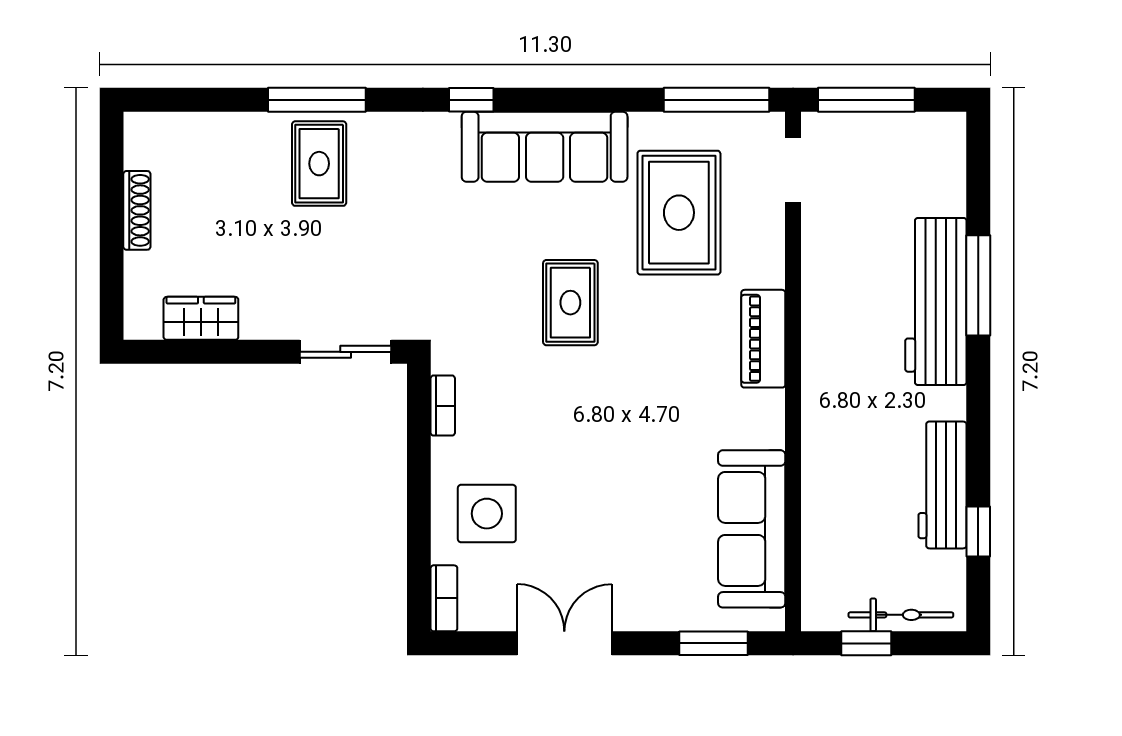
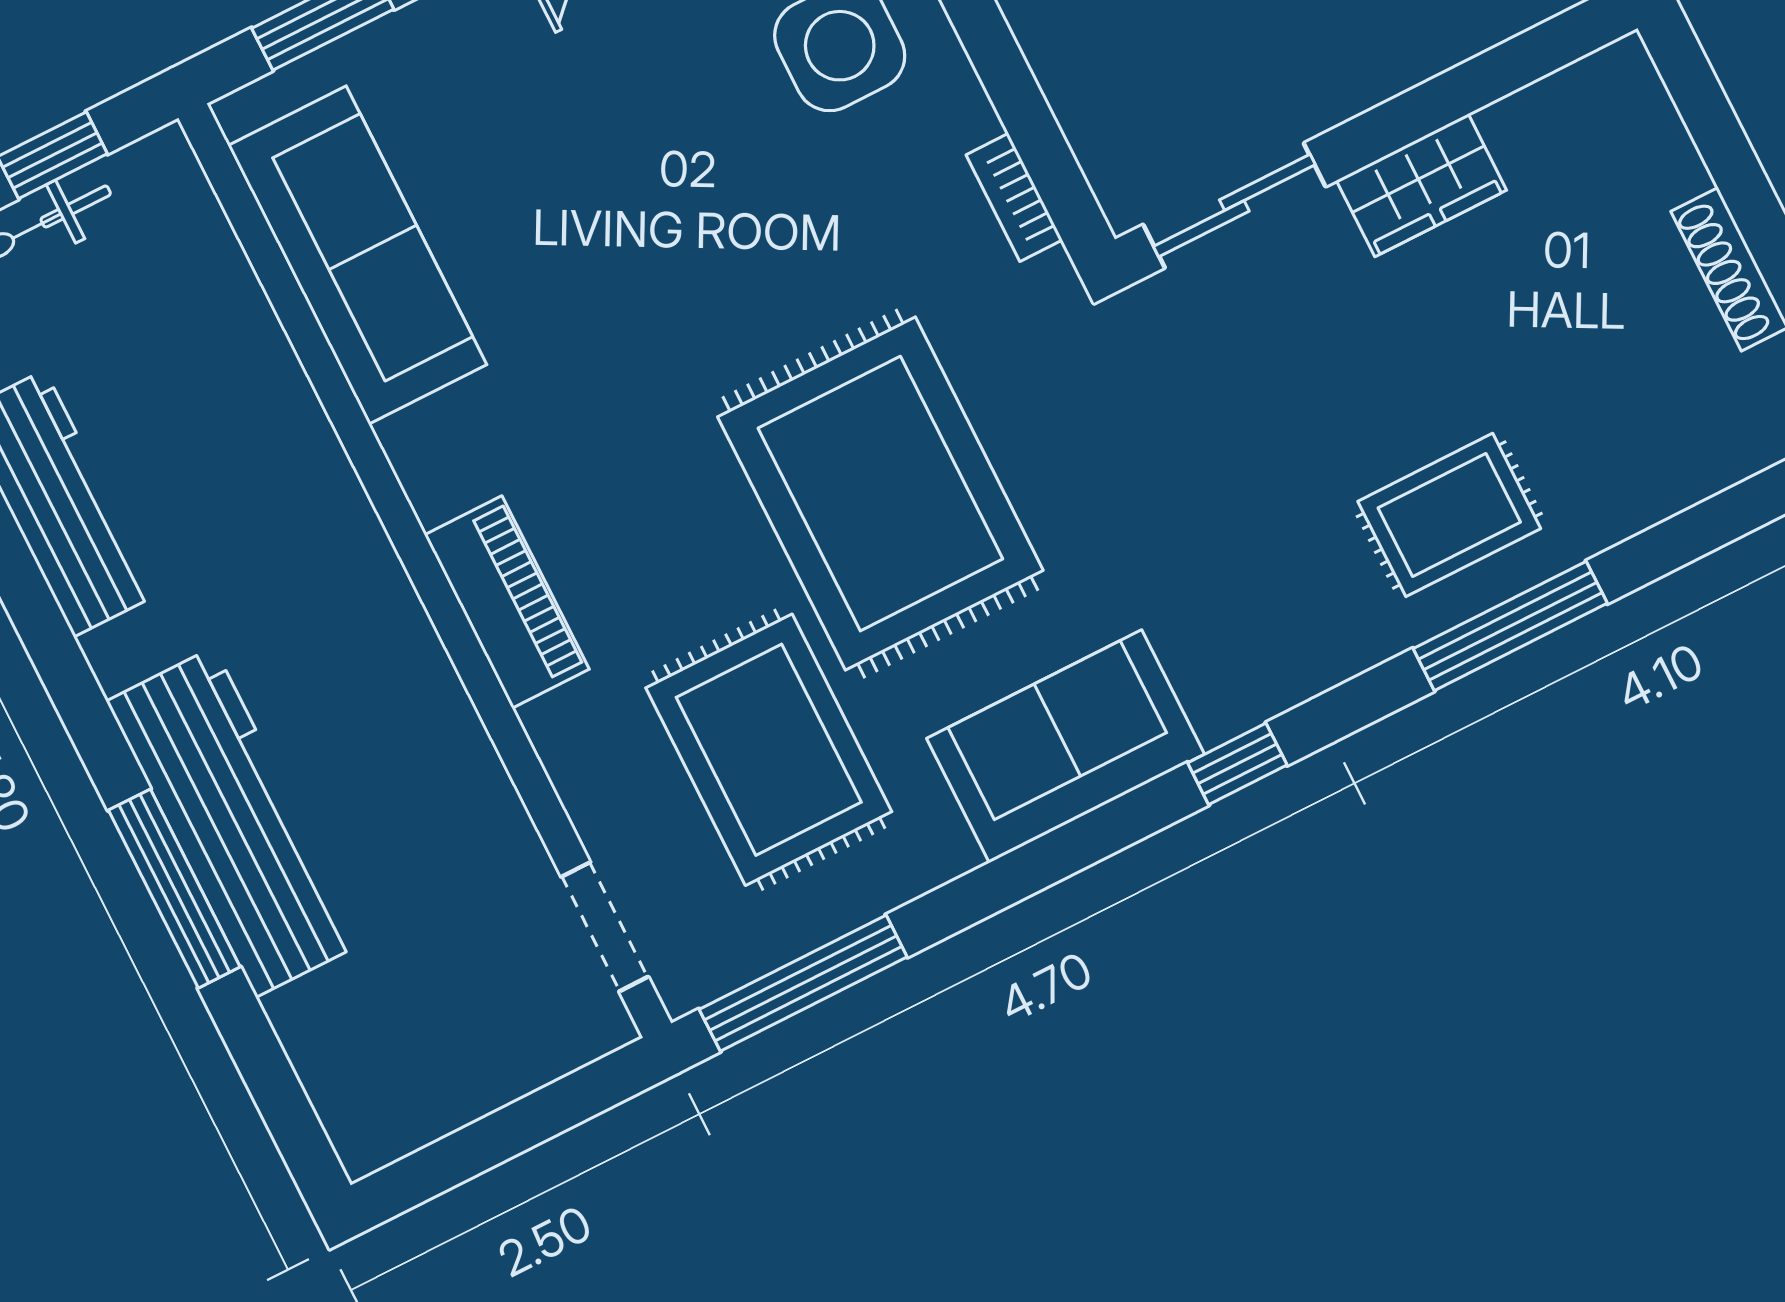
window: (866, 100) -> (538, 1117), removed
sofa: (545, 147) -> (1065, 746), width x0.73
rug: (319, 164) -> (1449, 515), turned 90
rug: (570, 303) -> (880, 494), width x1.86, depth x2.06
wardrobe: (201, 318) -> (1421, 185), moved

